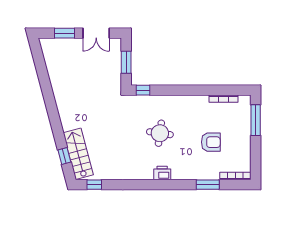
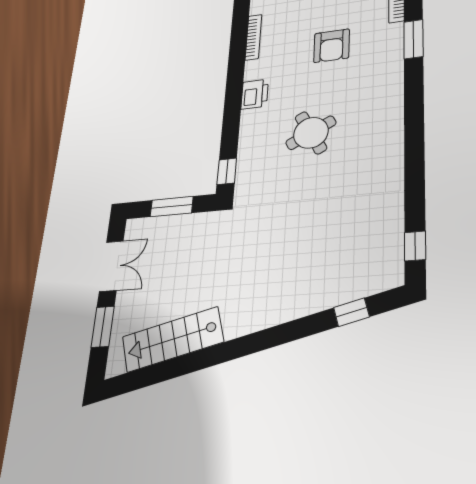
round table: (160, 133) -> (311, 133), turned -36
armchair: (211, 142) -> (332, 46), turned 180
stairs: (78, 154) -> (172, 339), moved
printer: (162, 173) -> (255, 94), moved, turned 180

